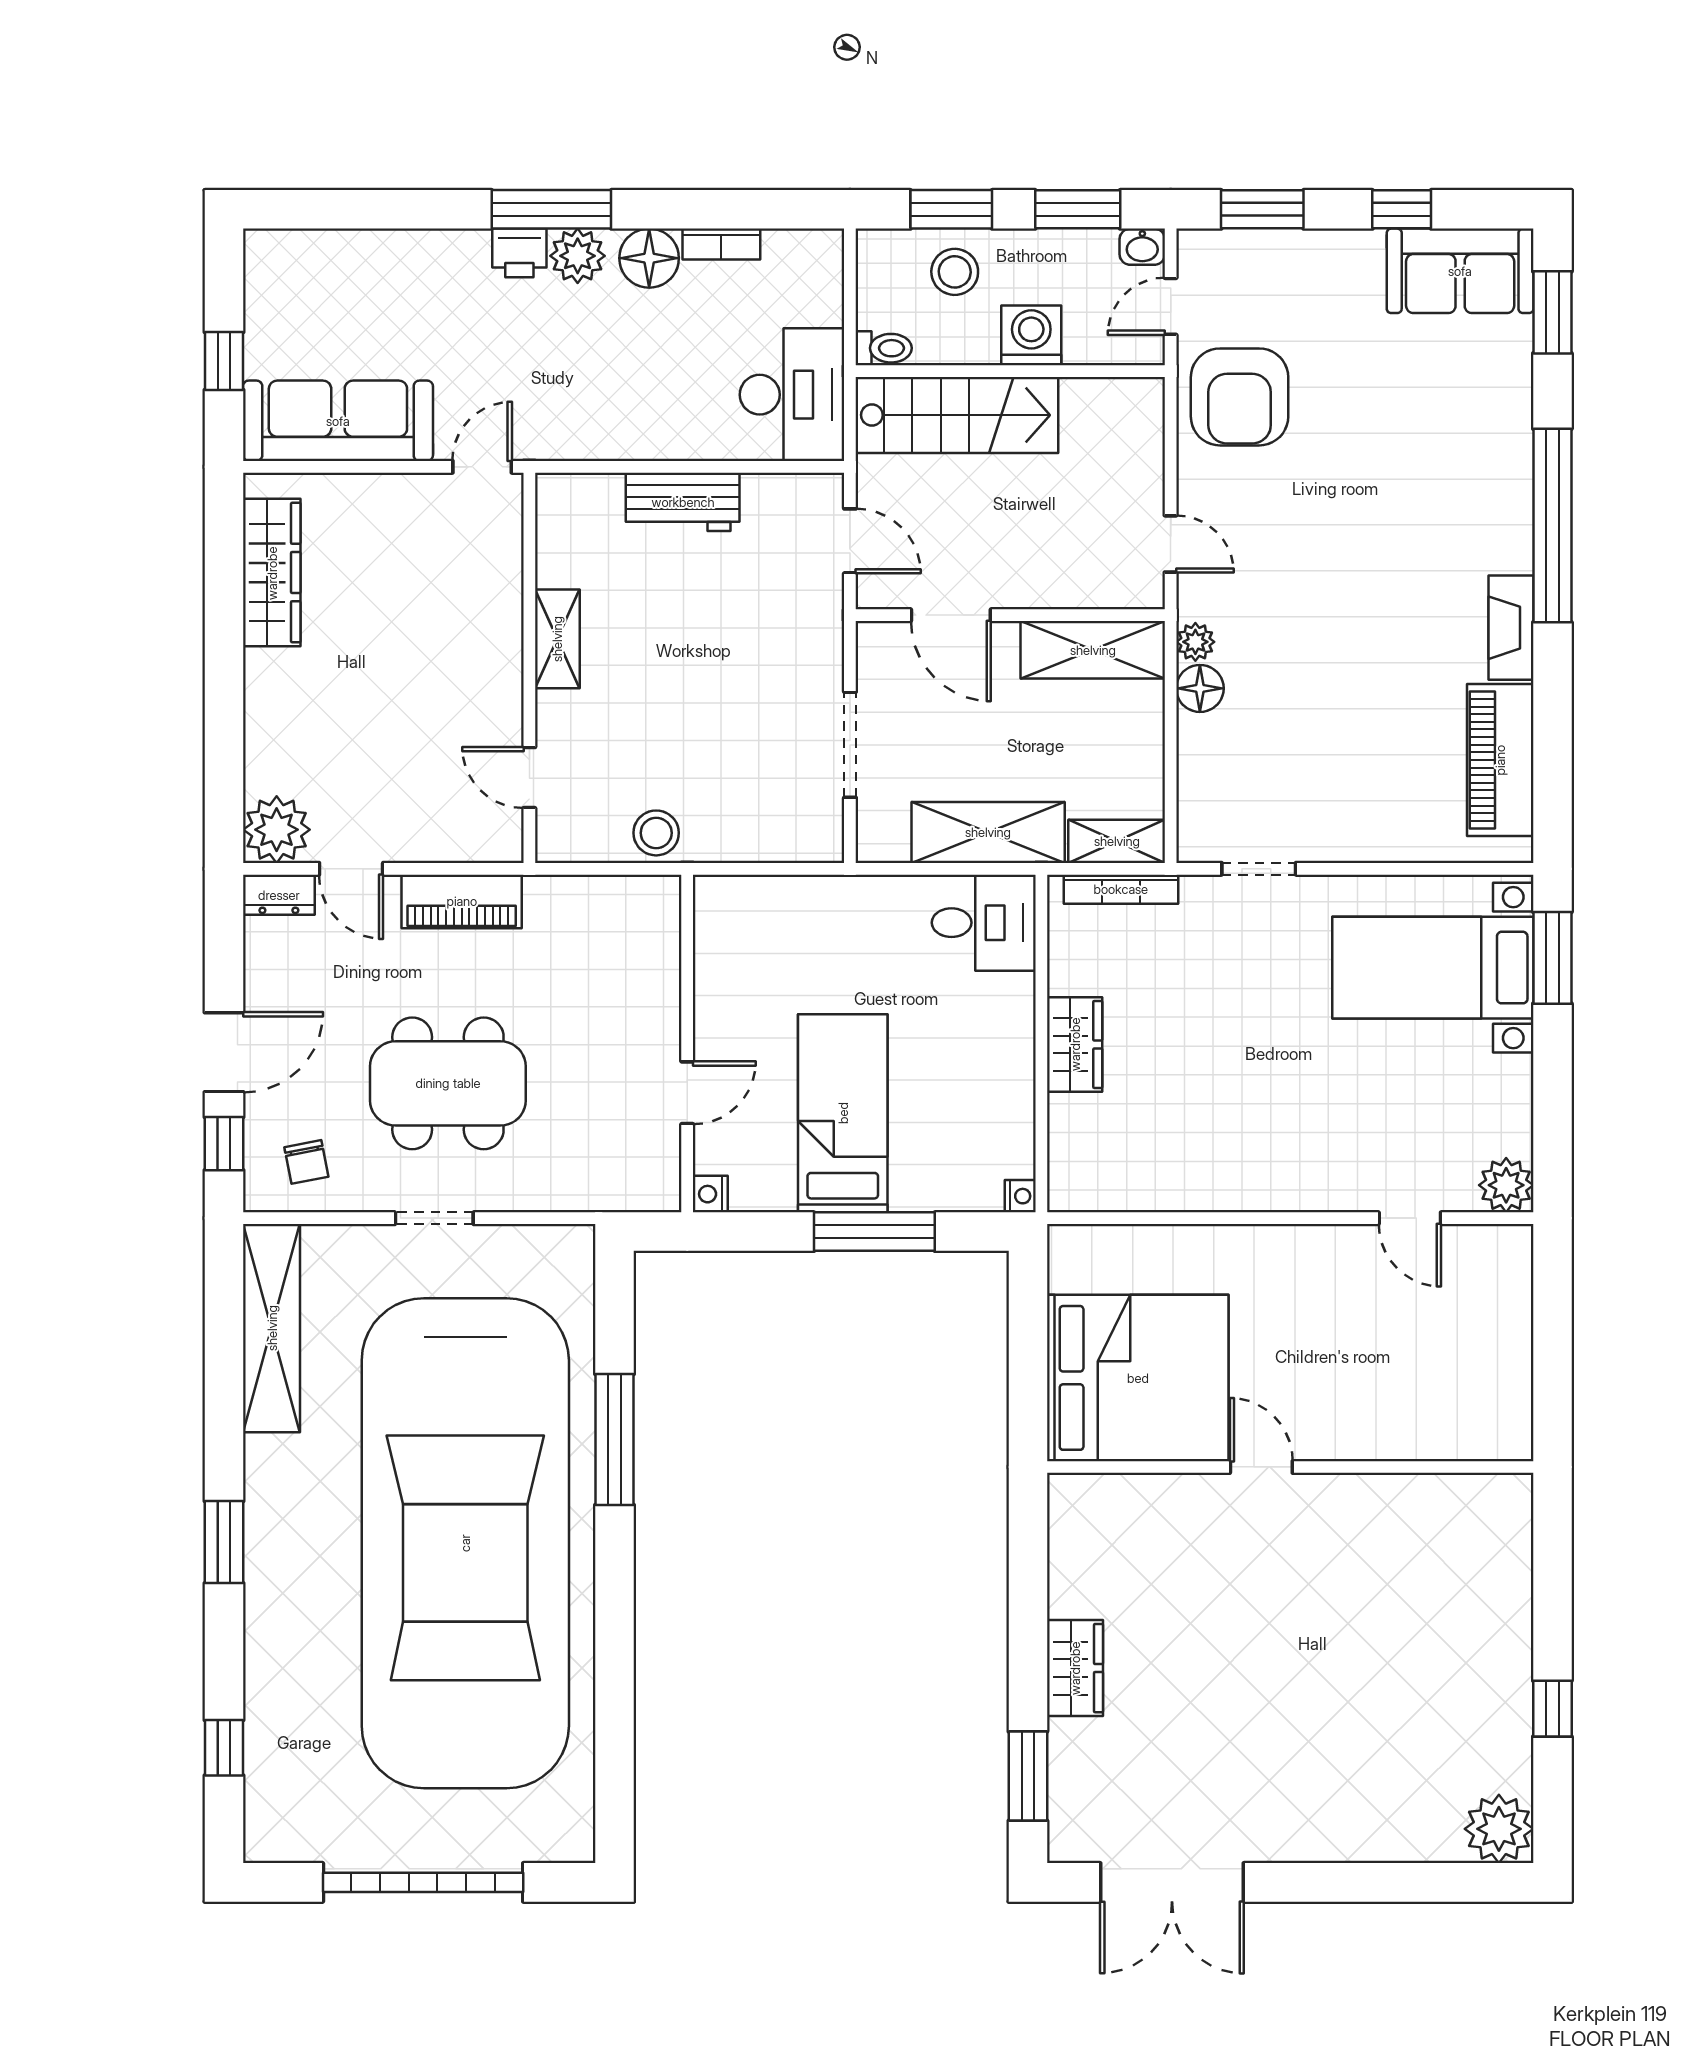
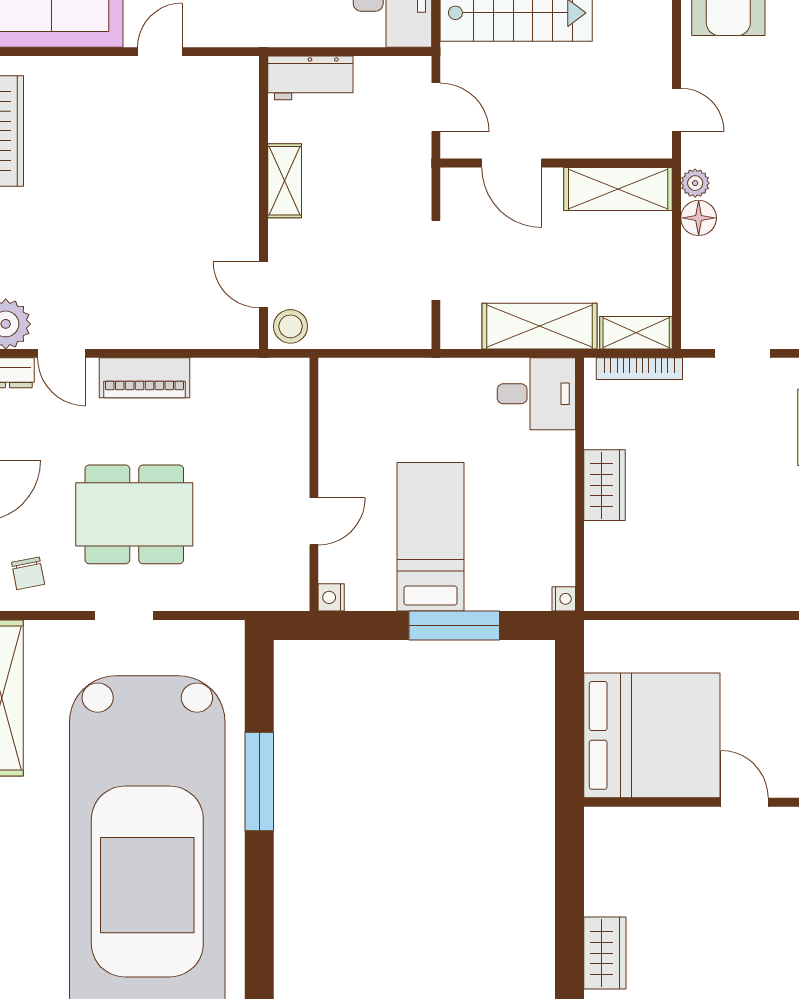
shelving: (557, 639) -> (285, 181), moved
wall: (529, 668) -> (264, 203), moved
door: (529, 778) -> (264, 285), moved

